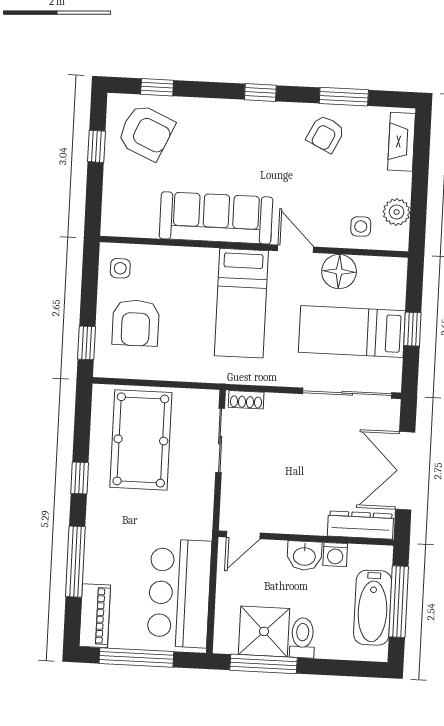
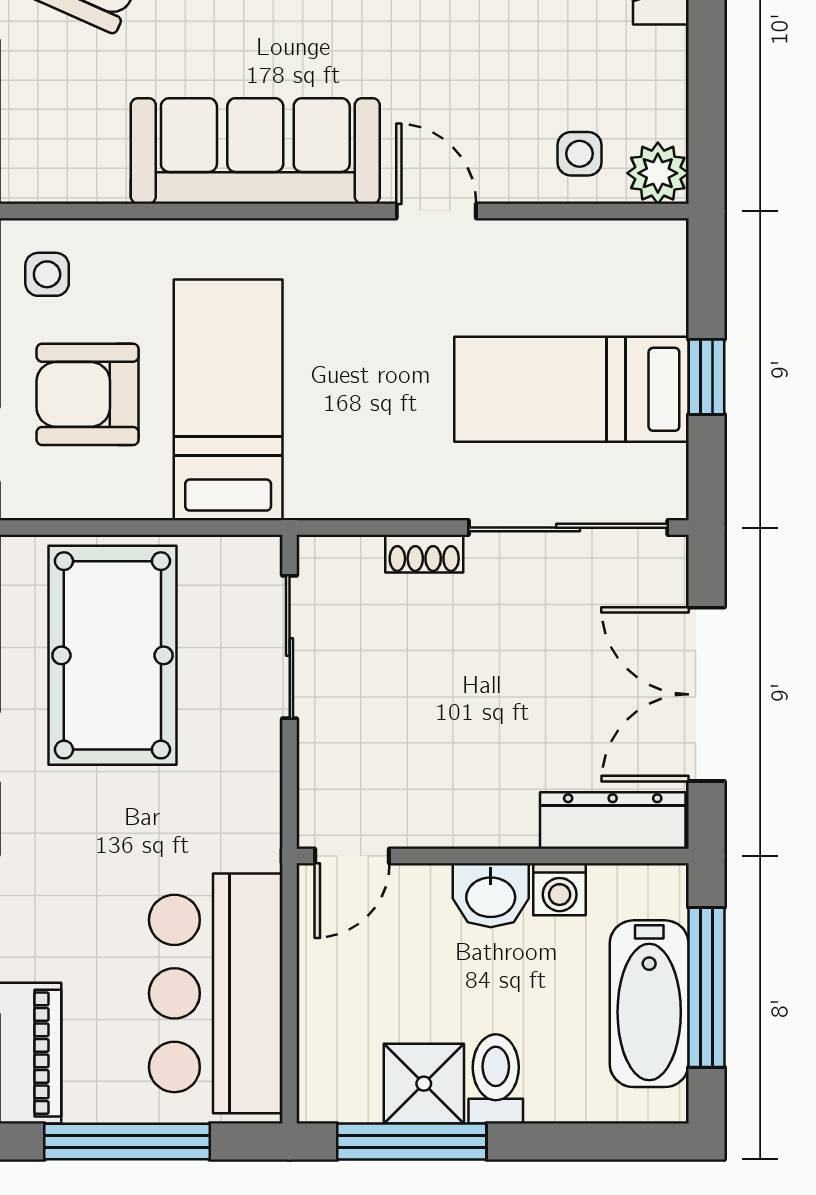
plant: (397, 212) -> (658, 173), moved
floor lamp: (339, 272) -> (536, 257), removed
bed: (241, 303) -> (228, 400), moved, turned 180
armchair: (136, 323) -> (88, 394), turned 90
shoe rack: (246, 400) -> (424, 554), moved
shower: (264, 631) -> (424, 1084), width x0.73, depth x0.73

